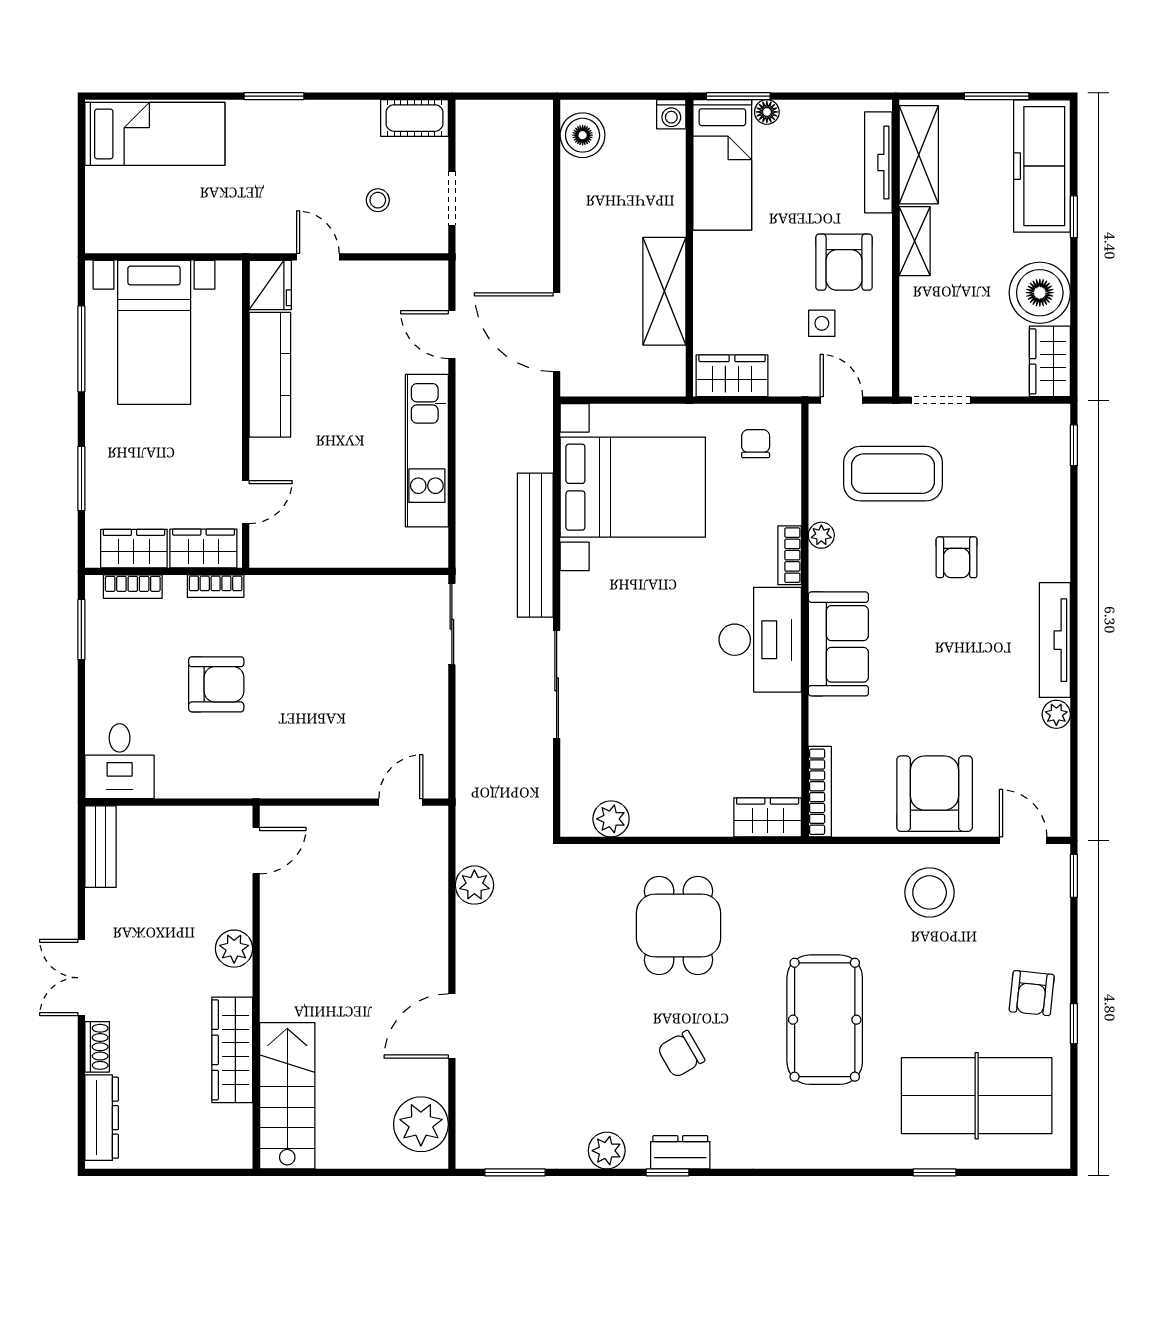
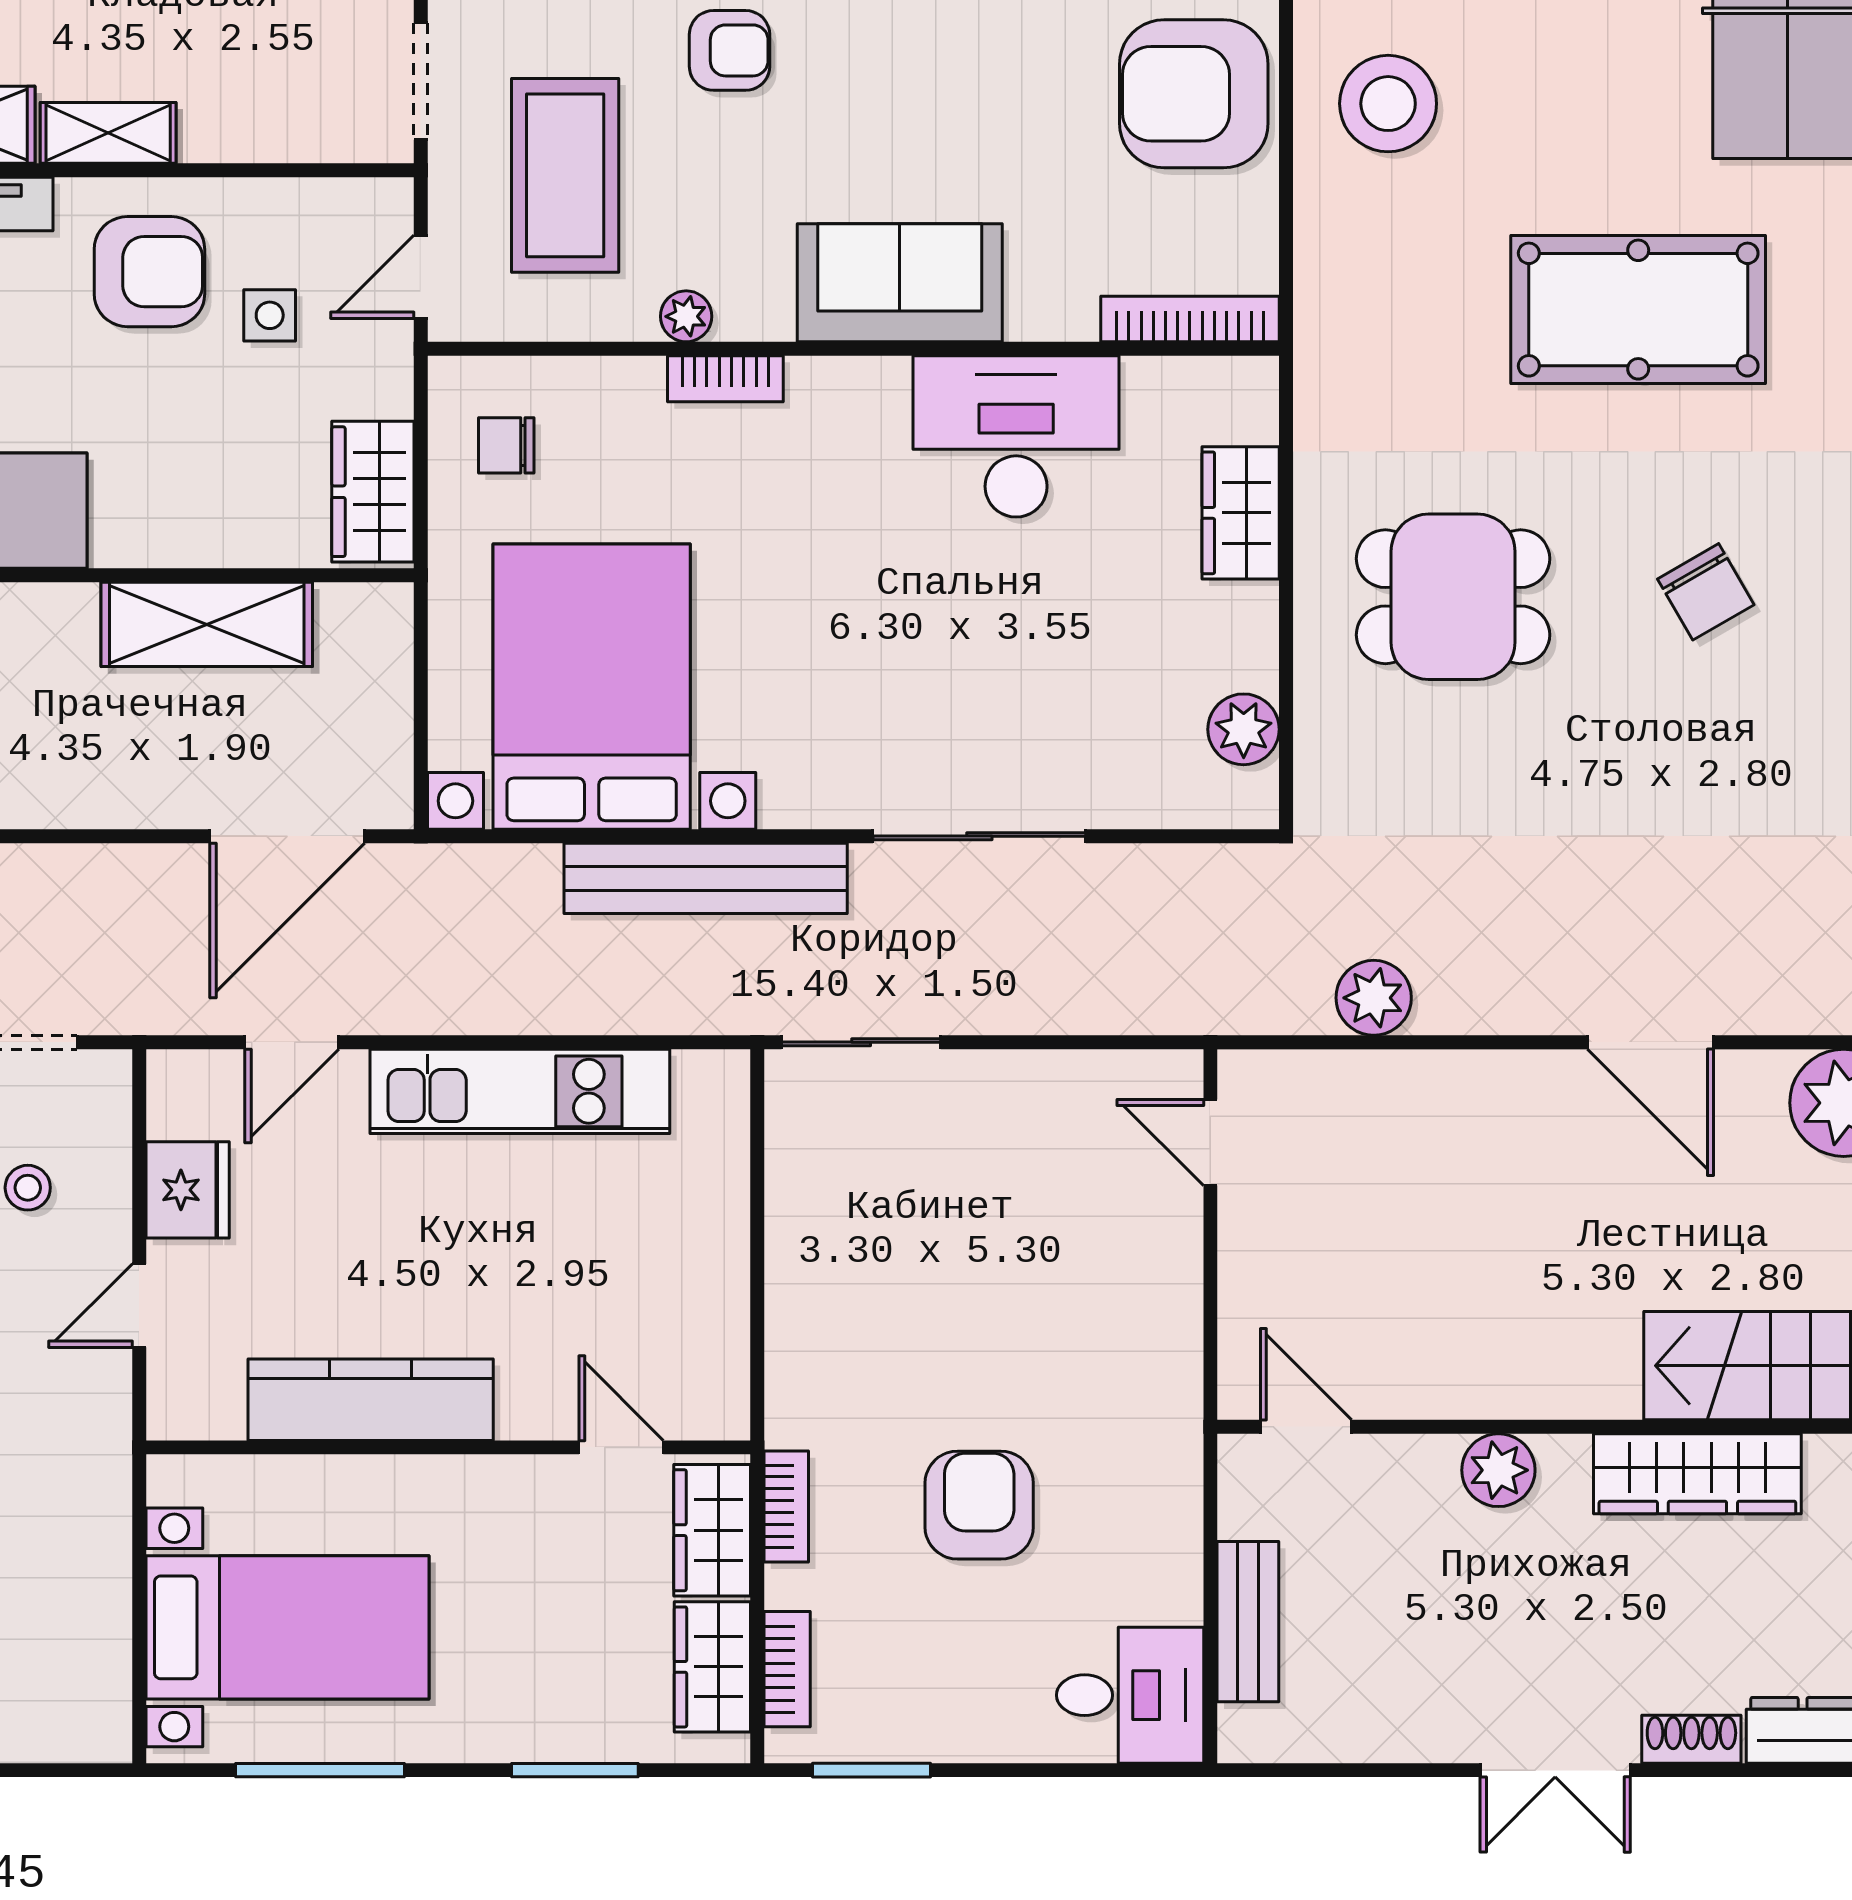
fridge: (270, 285) -> (188, 1190), moved, turned 90
desk: (760, 640) -> (1016, 436), moved
wardrobe: (768, 817) -> (1241, 513), moved
bench: (100, 847) -> (1248, 1622), moved, turned 90

